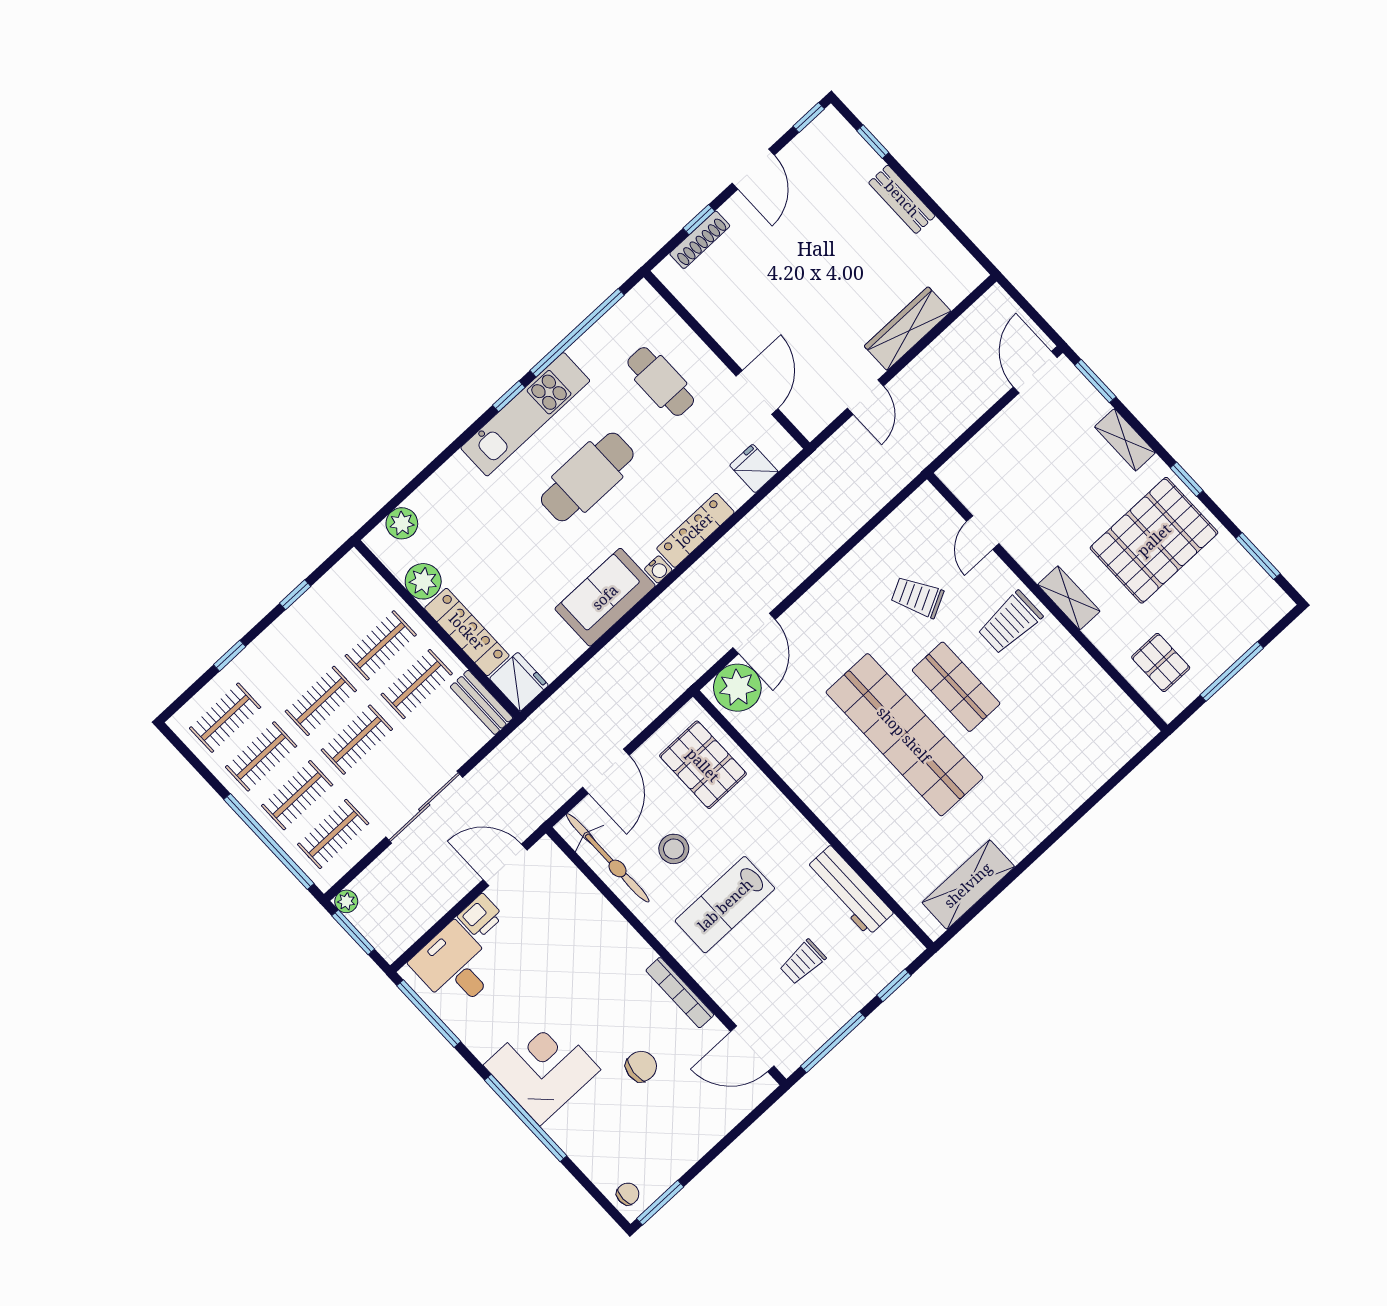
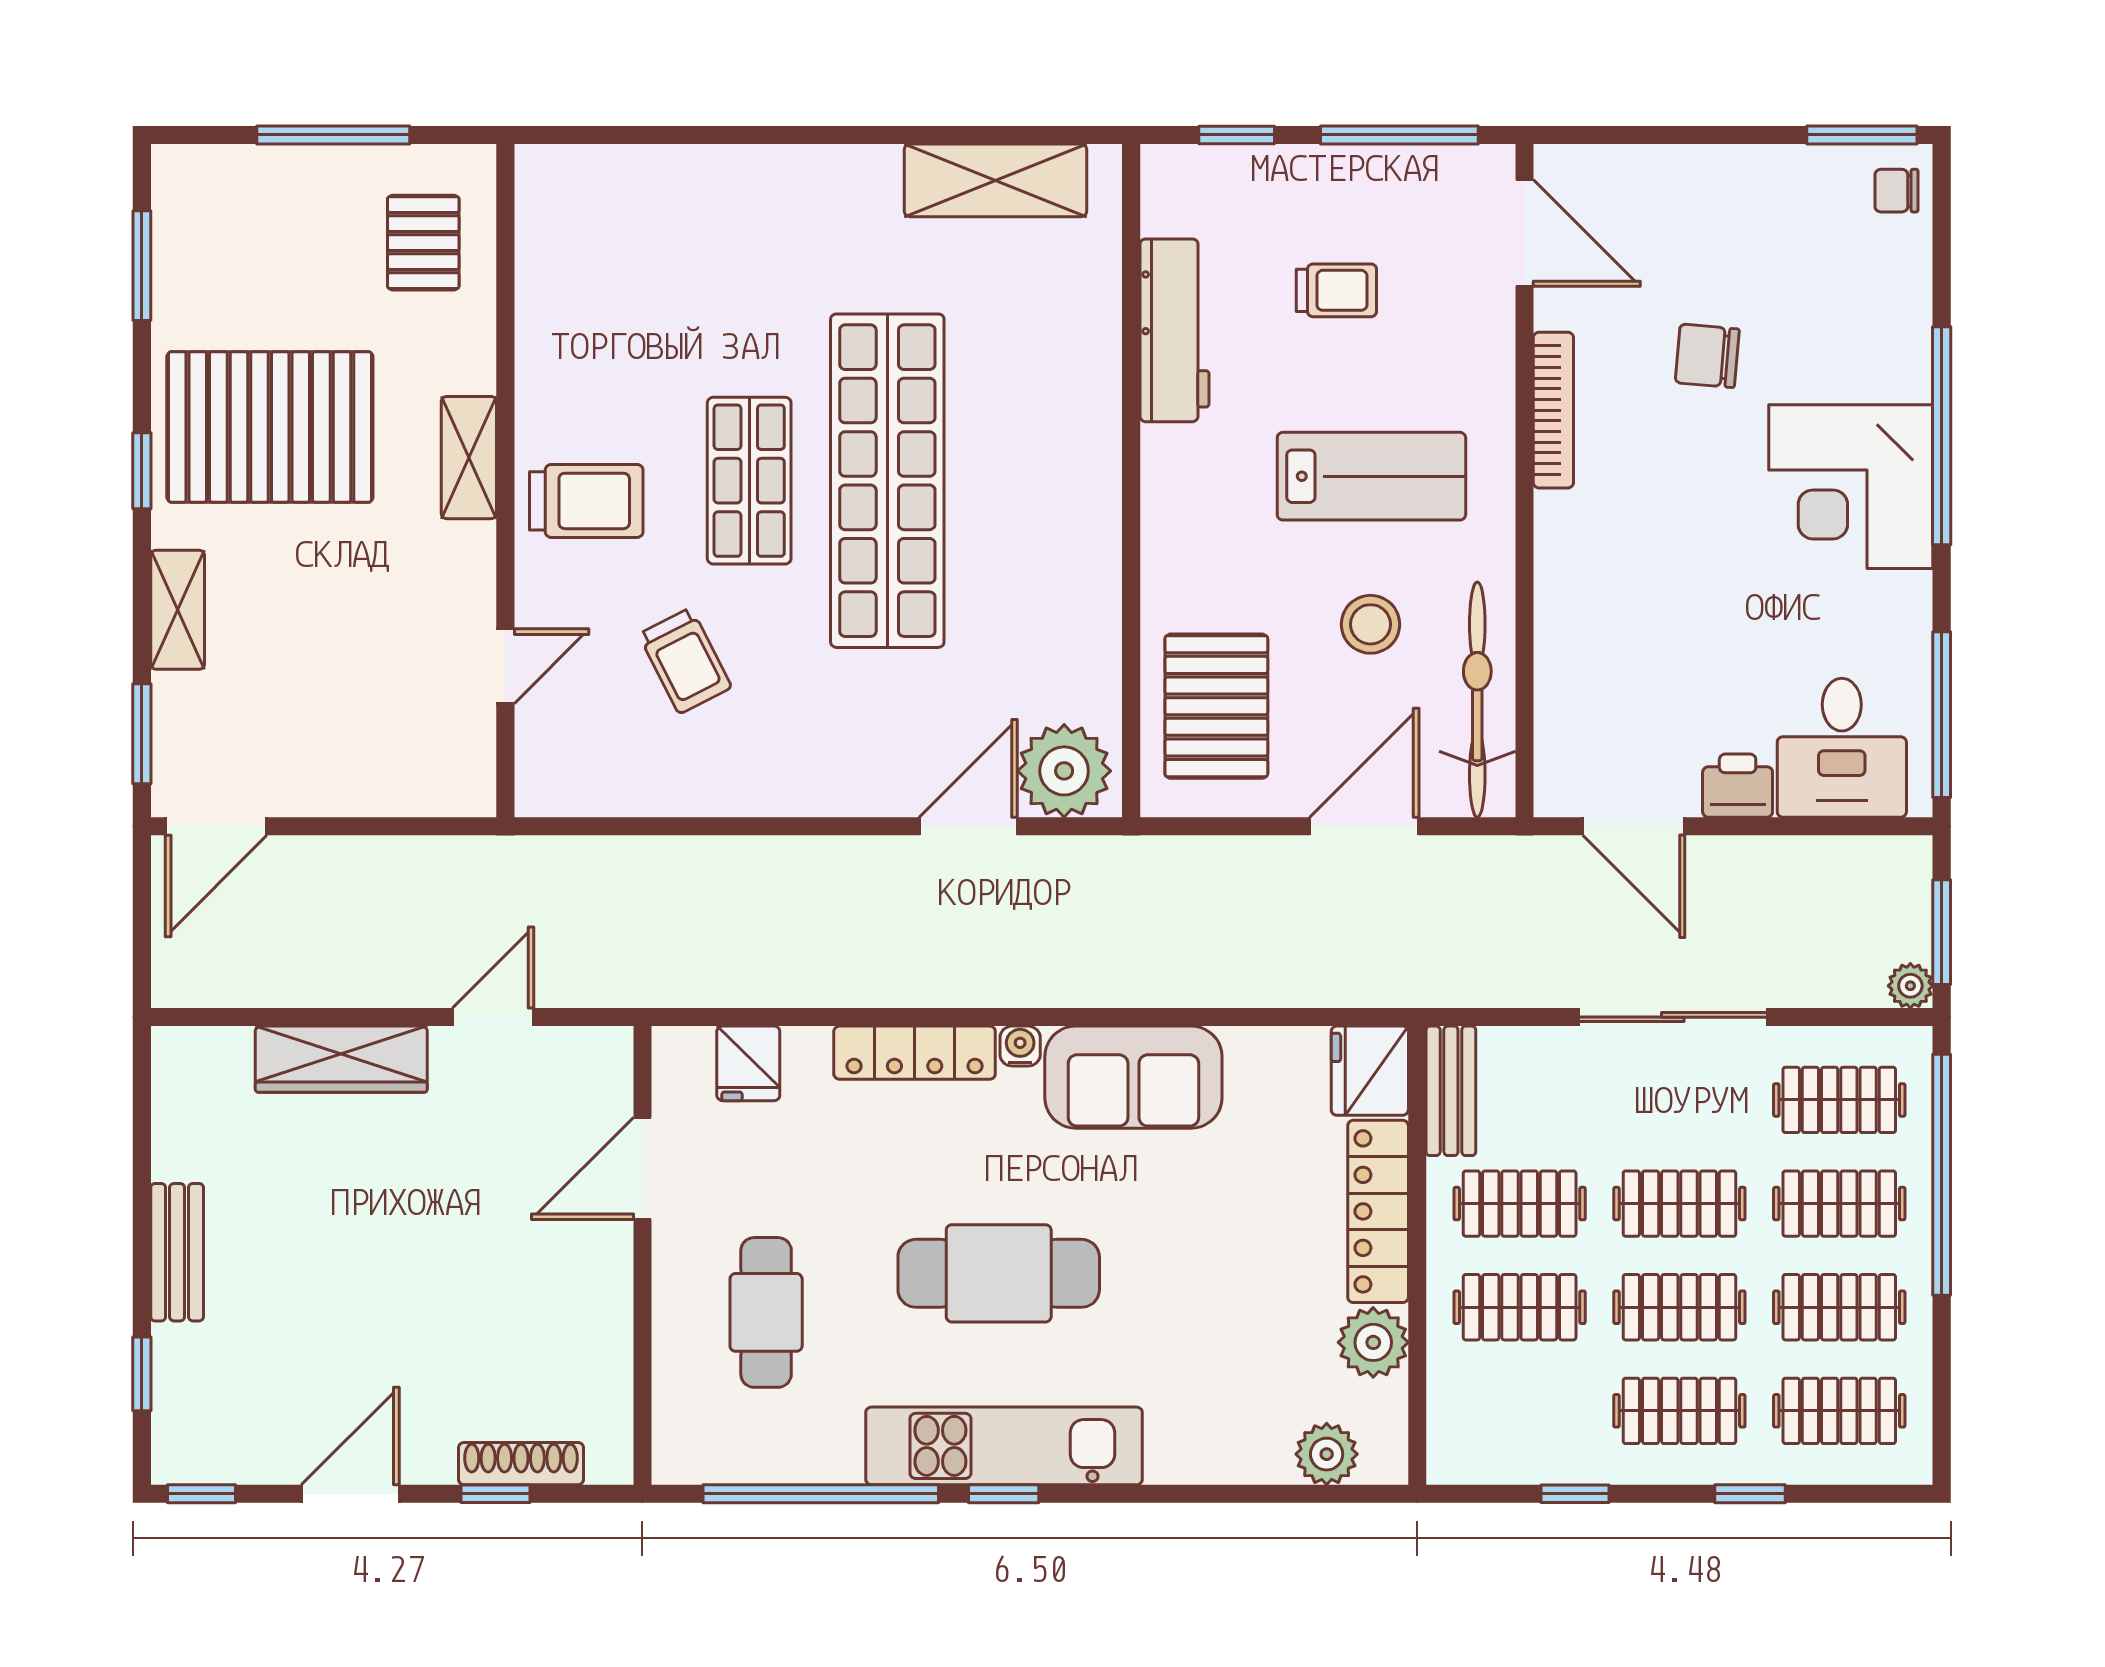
clothes rail: (285, 662) -> (1679, 1411), added

